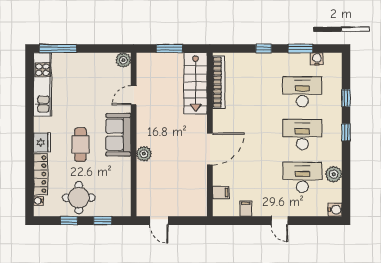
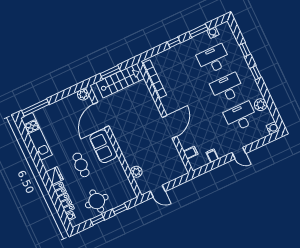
stairs: (196, 83) -> (120, 81), moved, turned -90
door: (134, 95) -> (101, 115), width x1.88
plant: (144, 154) -> (136, 172), moved

